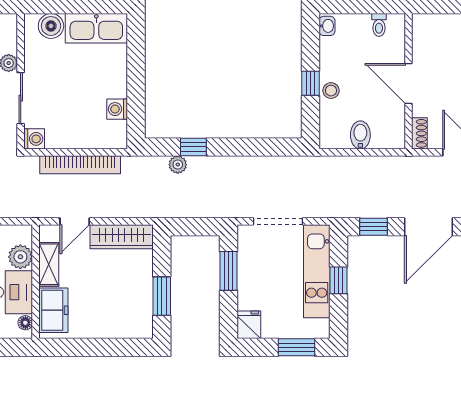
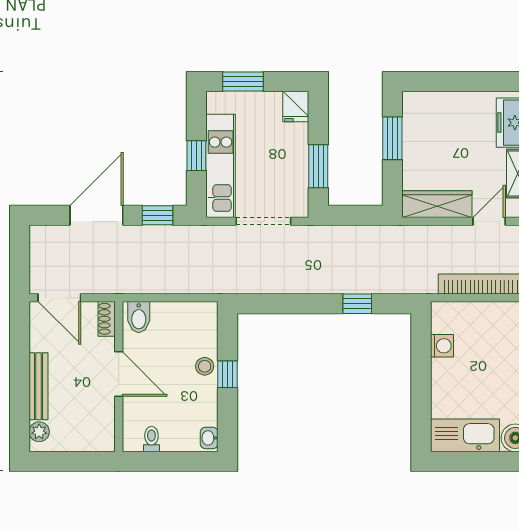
bidet: (360, 135) -> (139, 317), moved
plant: (178, 165) -> (375, 284), removed

